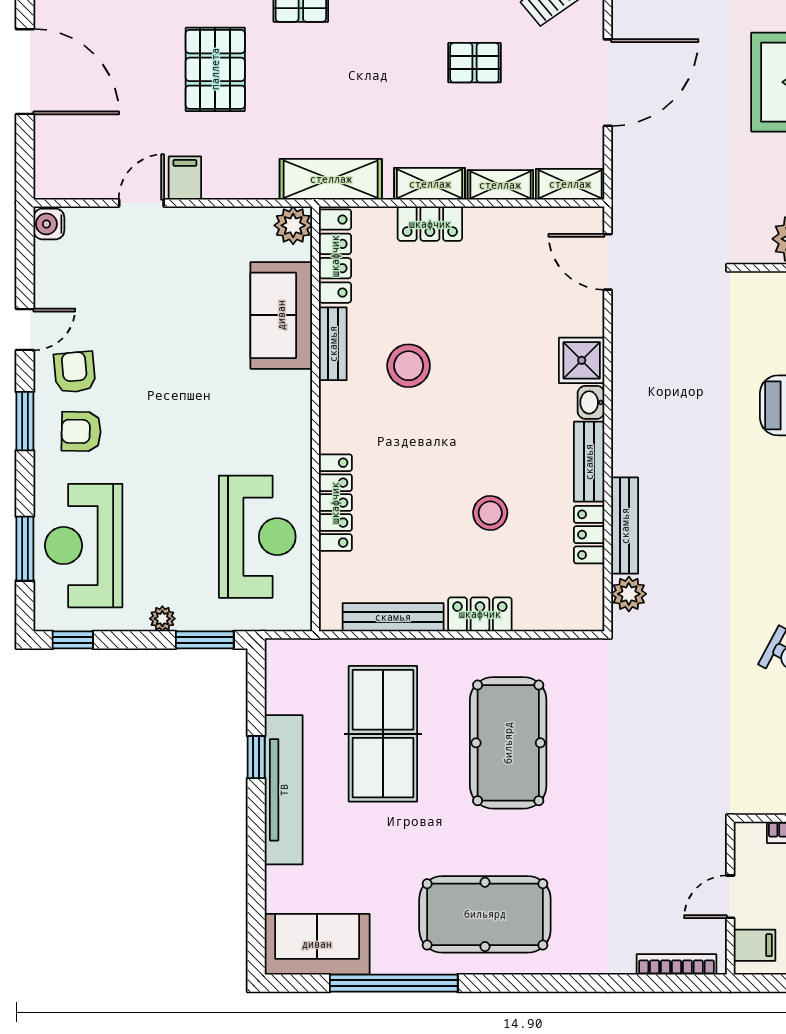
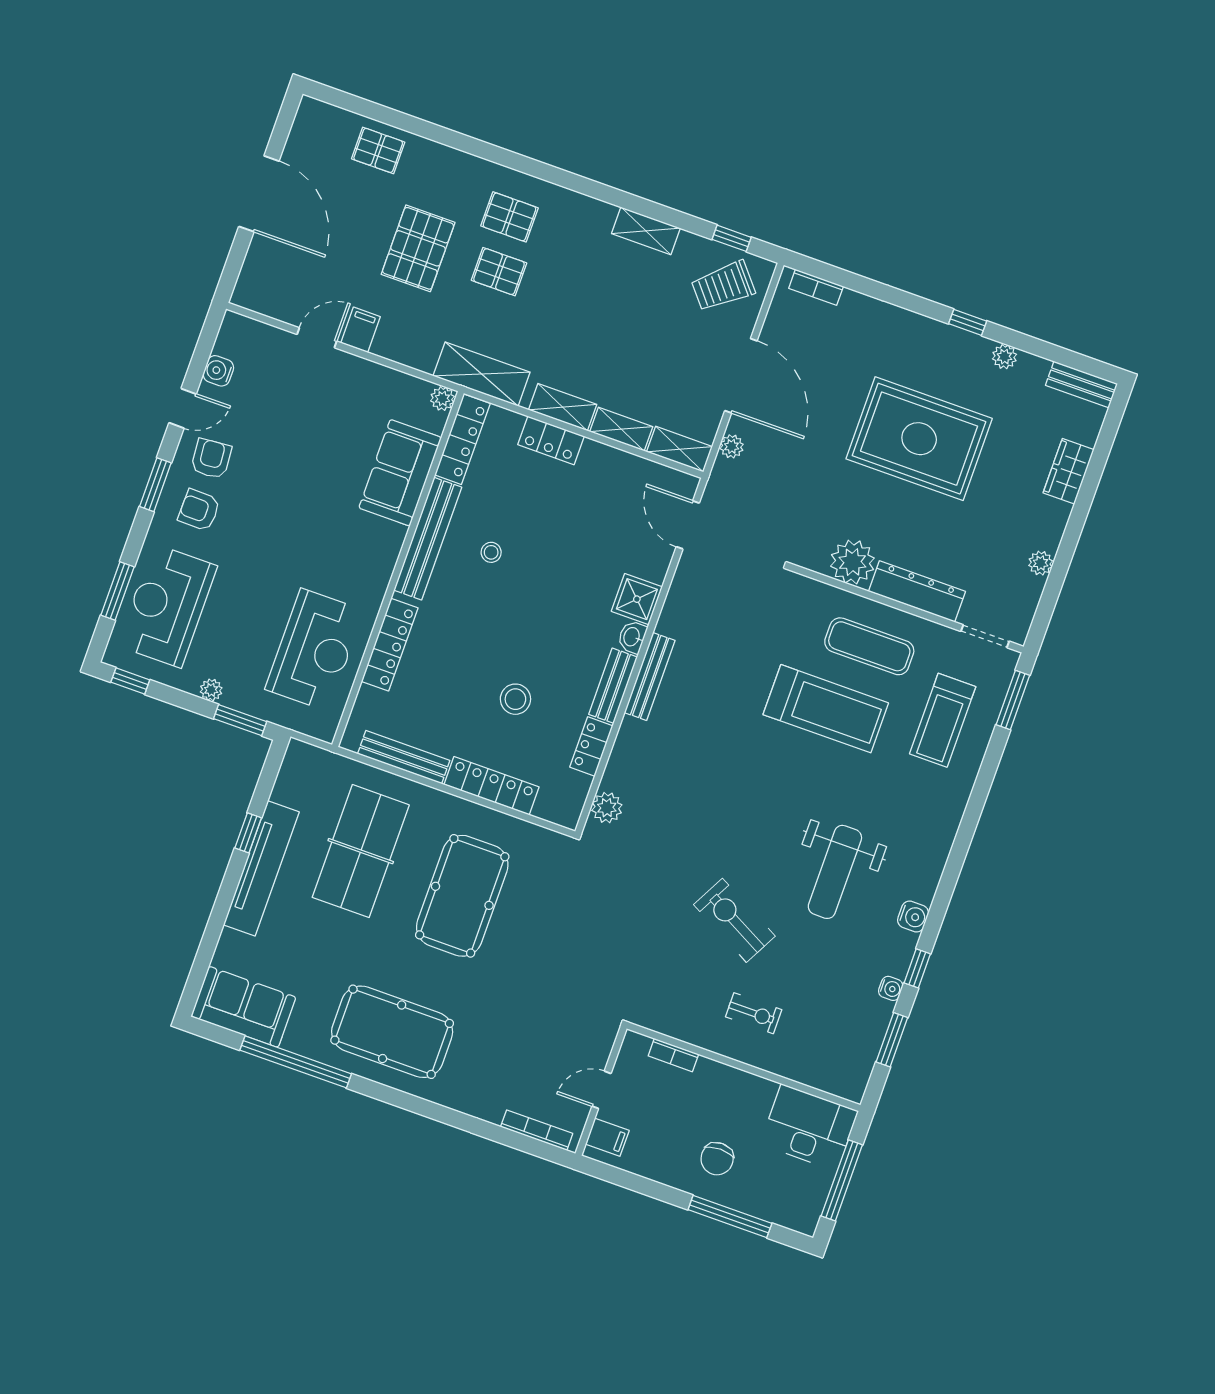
pallet: (474, 63) -> (499, 272), moved
door: (608, 83) -> (741, 376), hinge flipped
plant: (625, 162) -> (732, 446), added
water cooler: (49, 224) -> (218, 371), moved
plant: (293, 225) -> (442, 399), width x0.73, depth x0.73
bench: (333, 344) -> (428, 539), width x1.86, depth x1.21
stool: (409, 366) -> (491, 552), width x0.53, depth x0.53
bench: (625, 526) -> (650, 677), moved
locker: (480, 614) -> (492, 786), width x1.53

